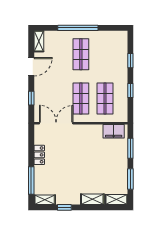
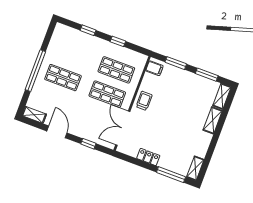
filing cabinet: (114, 131) -> (154, 68), width x0.50
trolley: (87, 133) -> (144, 101), added
window: (64, 207) -> (210, 151), removed

